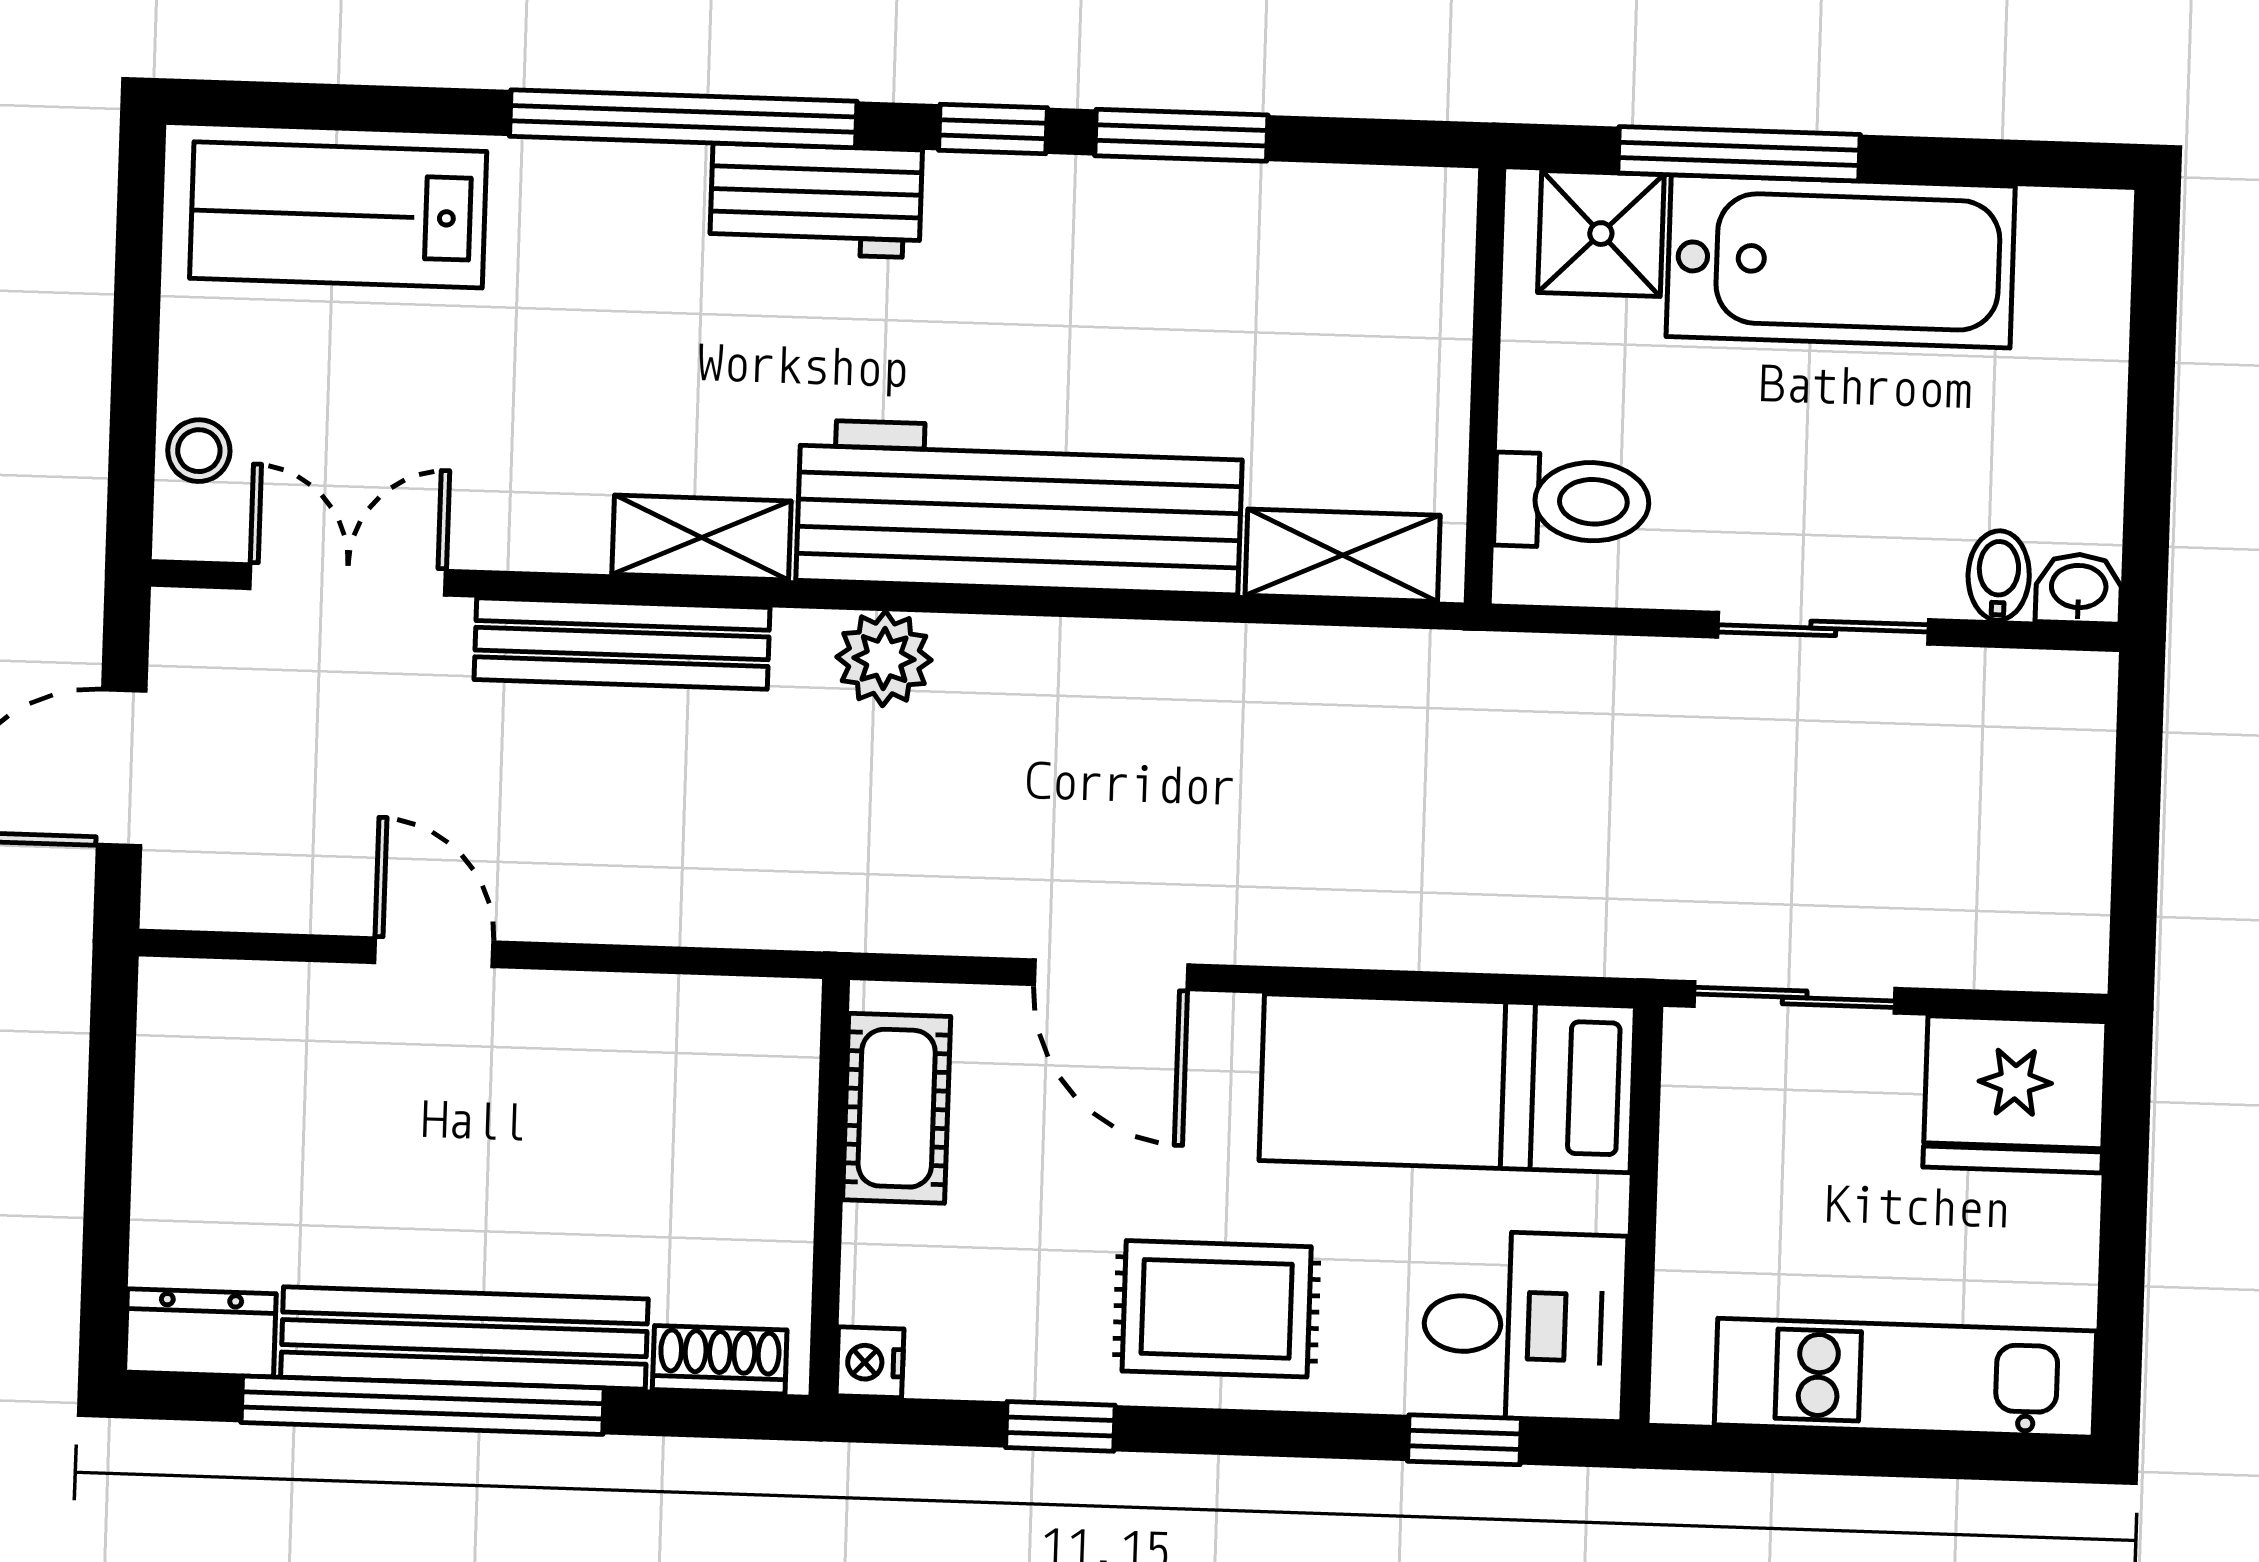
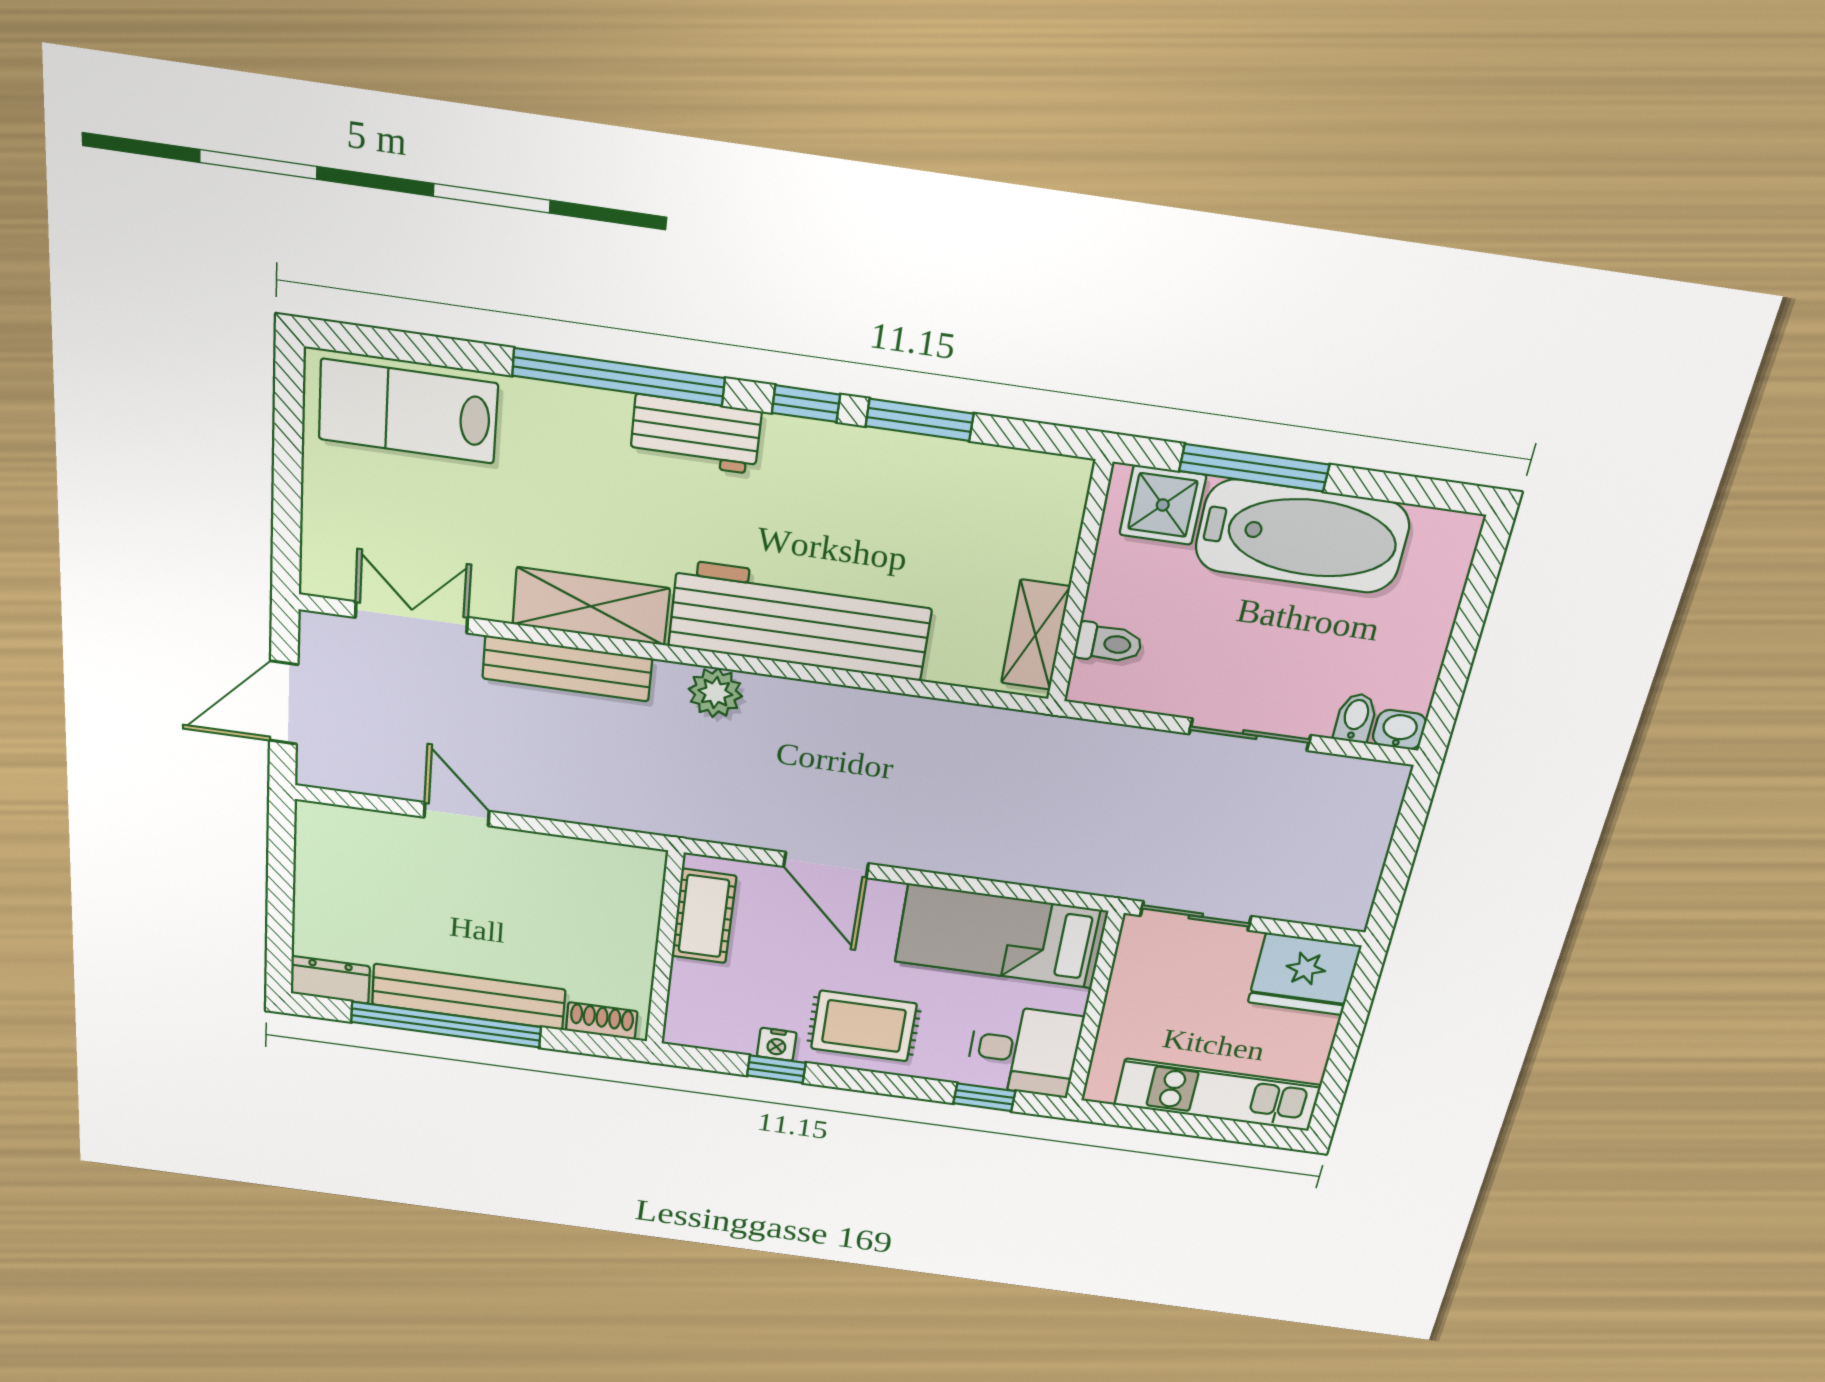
stool: (199, 451) -> (325, 538), removed
toilet: (1572, 501) -> (1108, 643), width x0.73, depth x0.72
shelving: (702, 538) -> (591, 606), width x1.50, depth x1.33
shelving: (1343, 555) -> (1035, 635), moved, turned 90
nightstand: (870, 1362) -> (777, 1044), moved, turned -90

